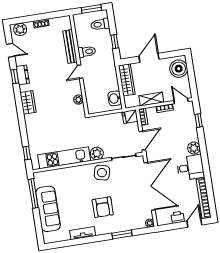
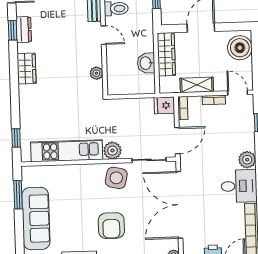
door: (80, 72) -> (103, 35), swing flipped
washbasin: (115, 98) -> (146, 63), moved
double door: (150, 186) -> (179, 205), swing flipped
window: (33, 193) -> (18, 195), width x0.69

